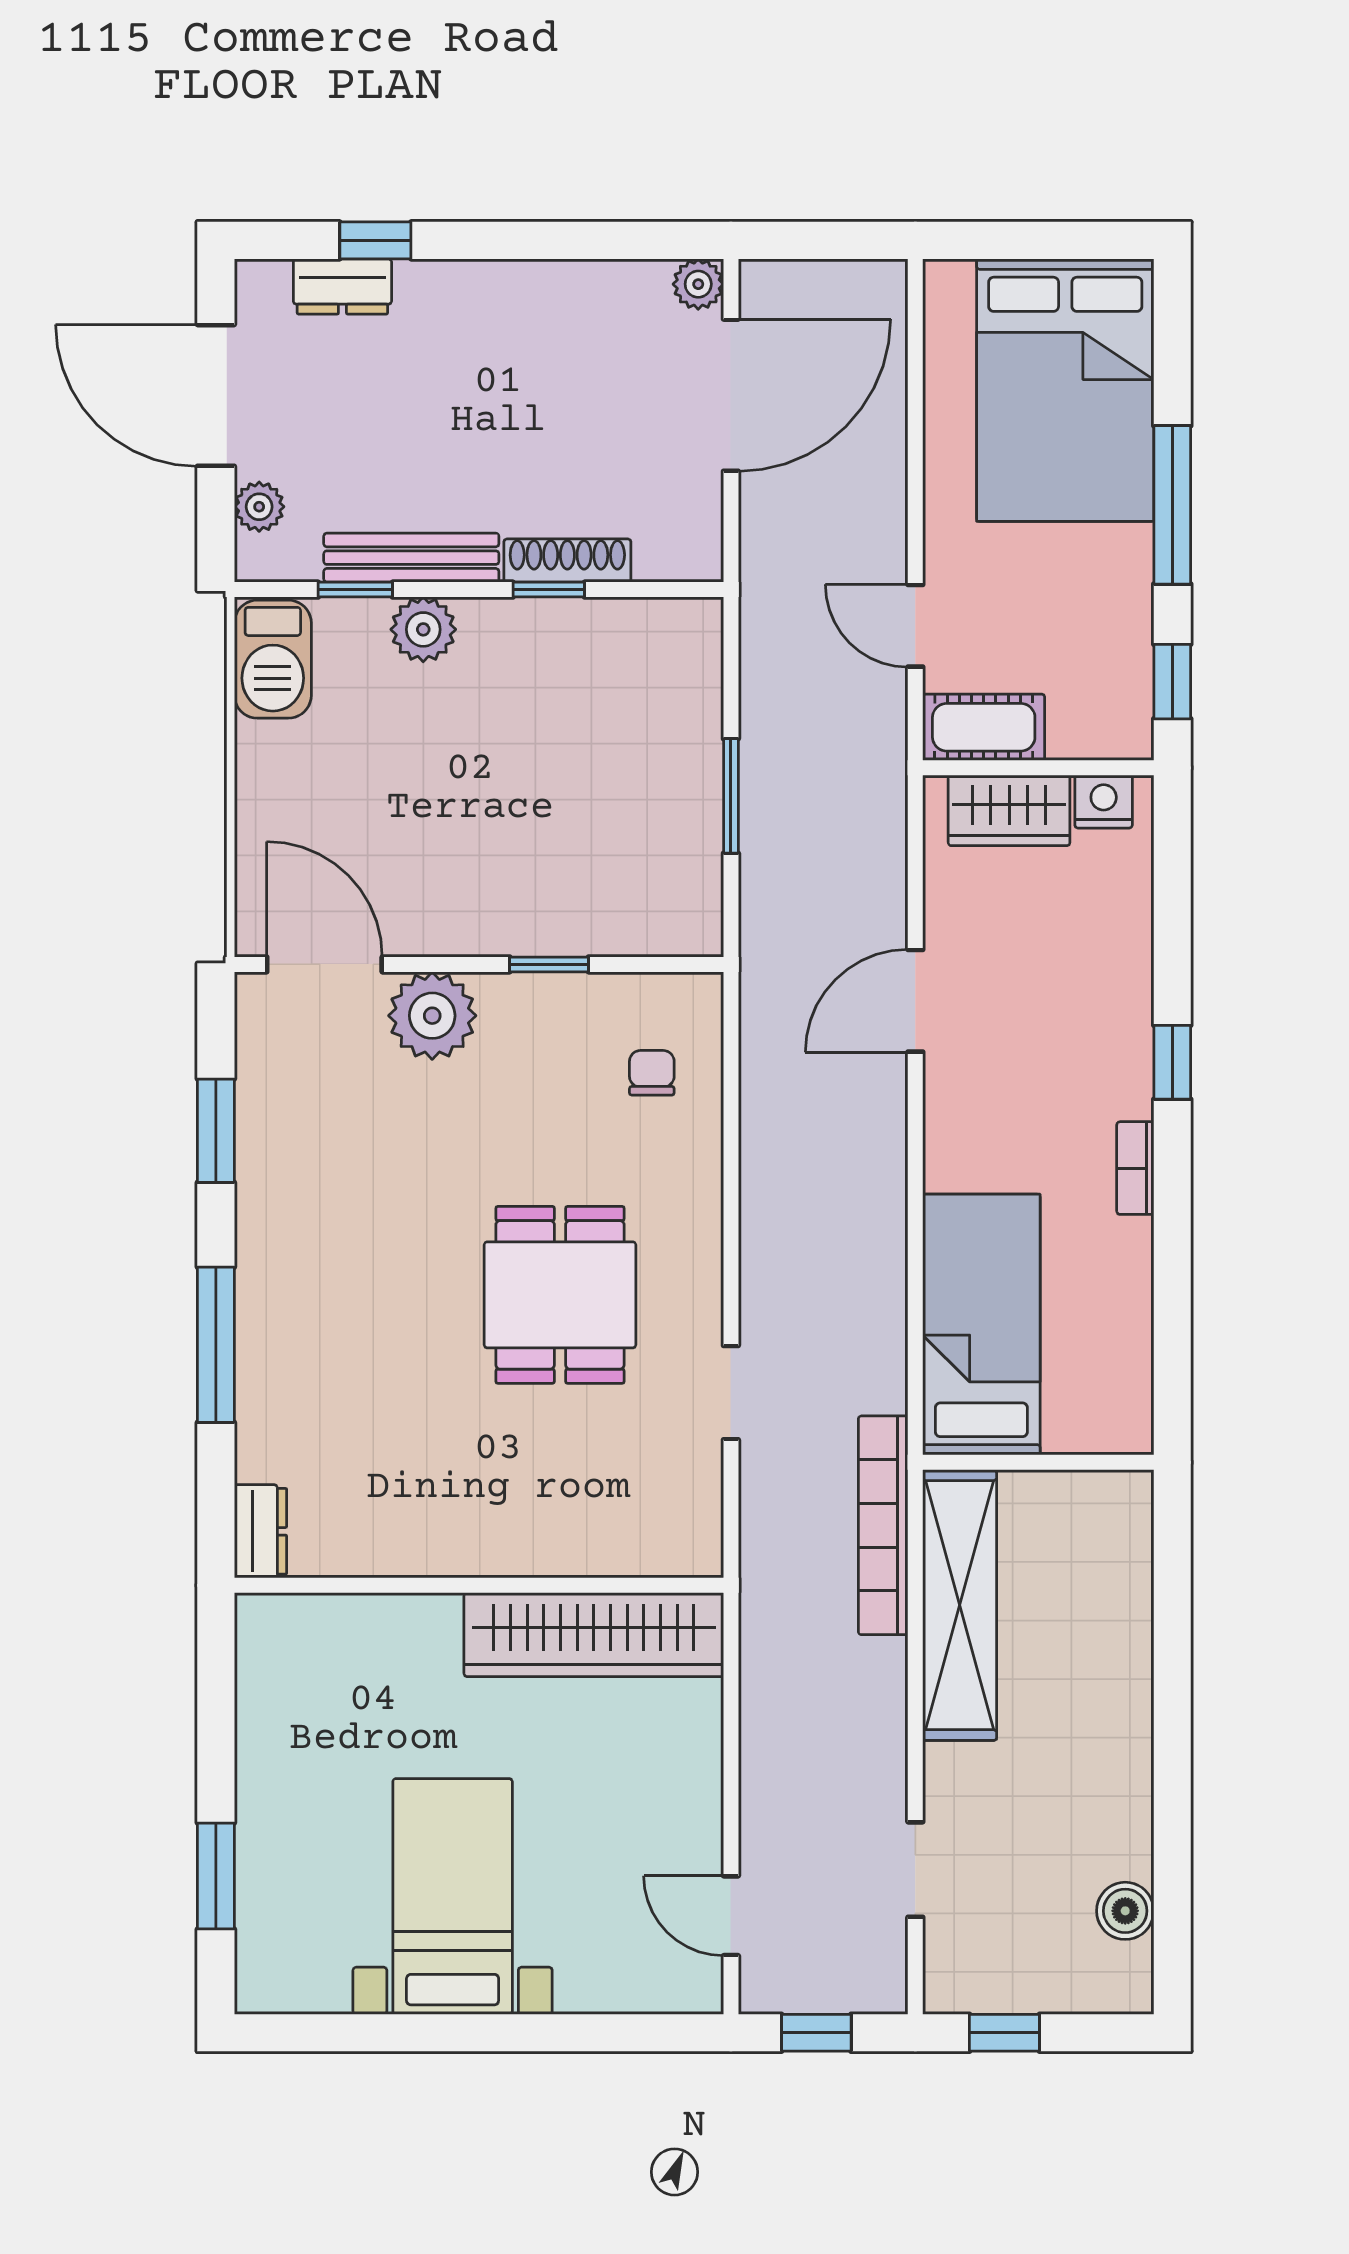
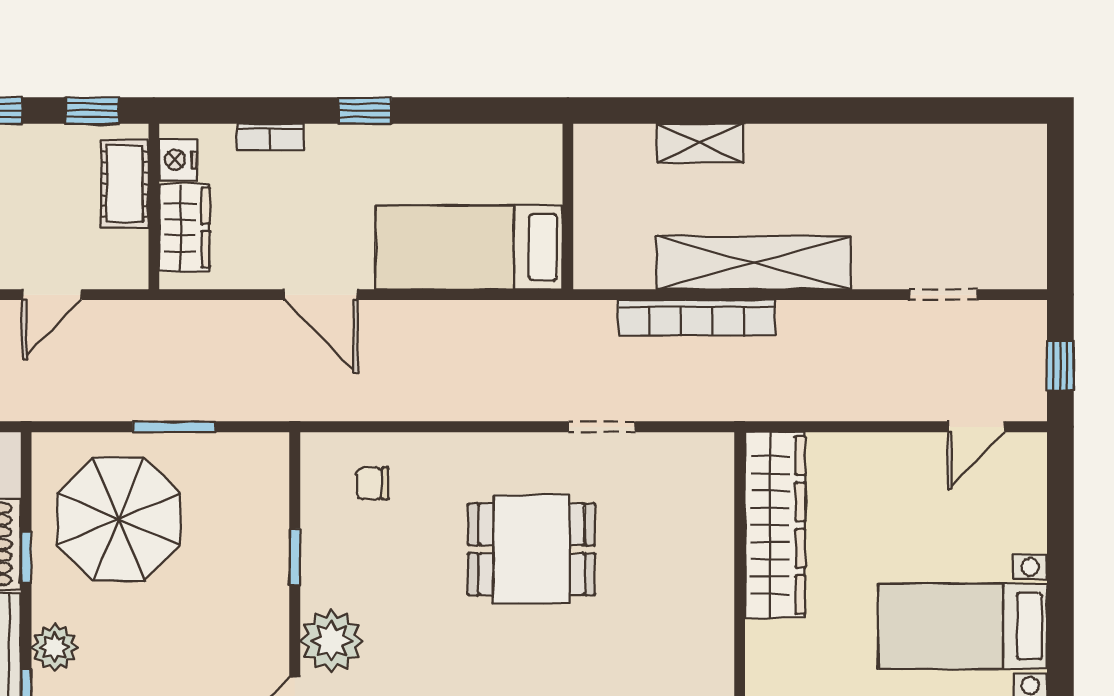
parasol: (602, 719) -> (119, 519), added
cot: (984, 727) -> (125, 184), moved
bookcase: (1135, 1168) -> (270, 137), moved
bed: (981, 1325) -> (469, 247), moved
wall: (1038, 1462) -> (568, 207), moved
shelving: (1126, 1530) -> (700, 143), added
boiler: (1125, 1911) -> (973, 144), removed
window: (1004, 2033) -> (1060, 231), removed

